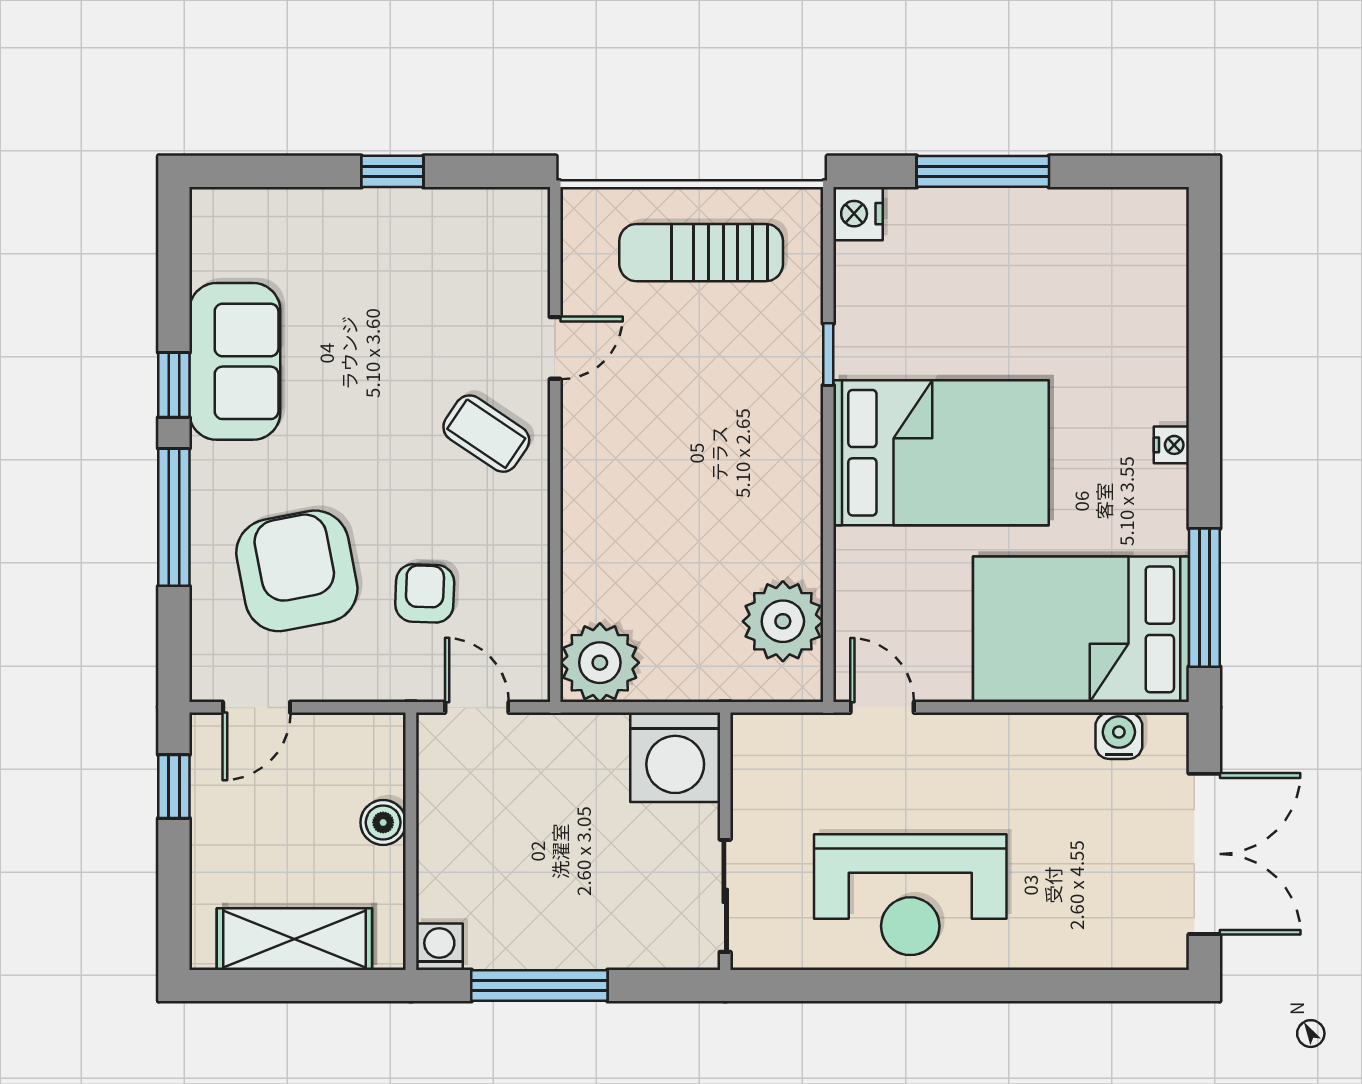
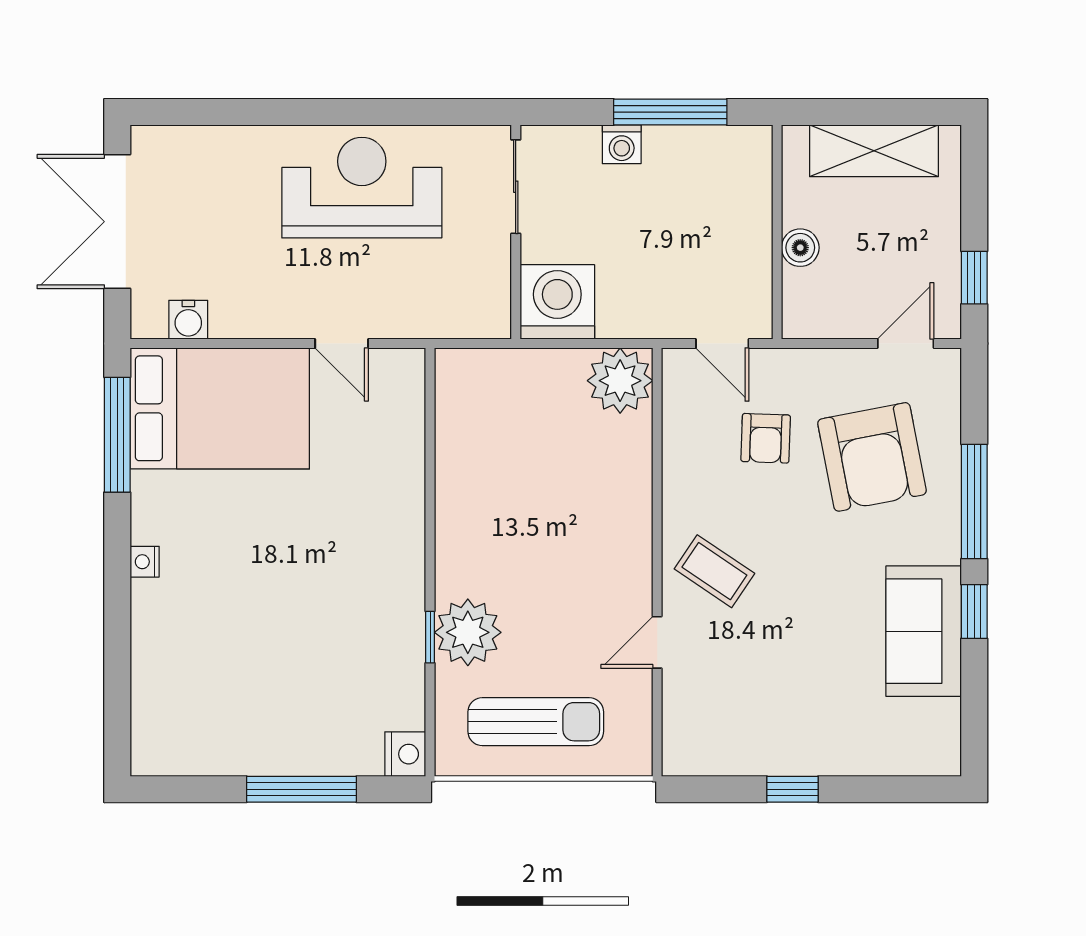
bed: (941, 453) -> (336, 555), removed
plant: (783, 621) -> (468, 632), moved
door: (882, 707) -> (342, 344), moved
washing machine: (439, 947) -> (622, 144), moved

